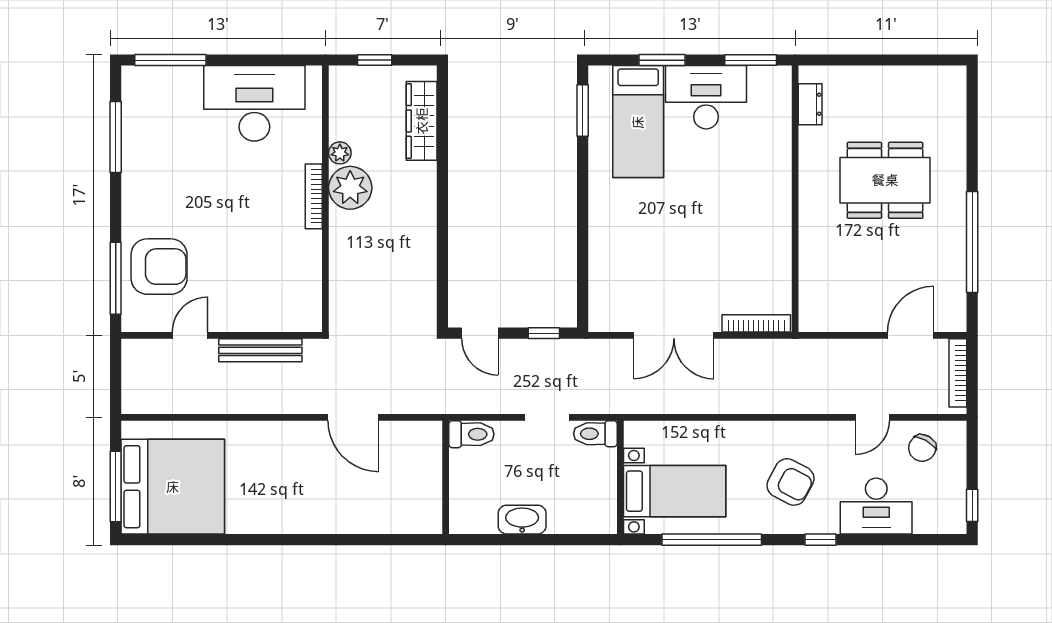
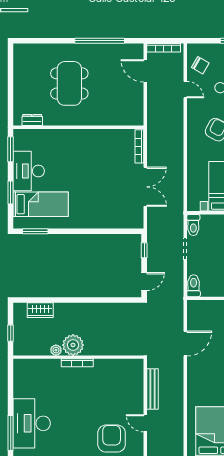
desk: (254, 103) -> (32, 423), moved
wardrobe: (422, 121) -> (40, 310), width x0.67

